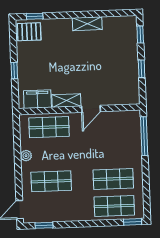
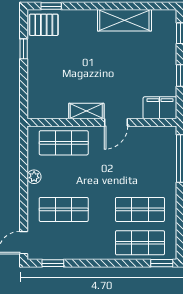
shelving: (87, 24) -> (124, 20), width x1.50, depth x1.33
window: (14, 70) -> (24, 49), moved
filing cabinet: (37, 99) -> (160, 108), moved

